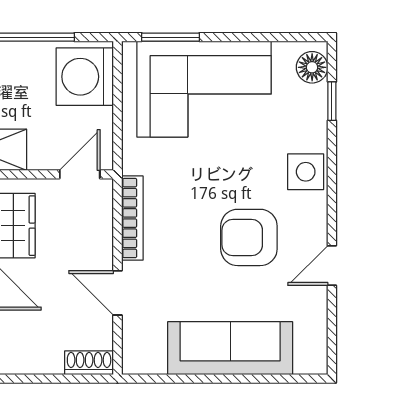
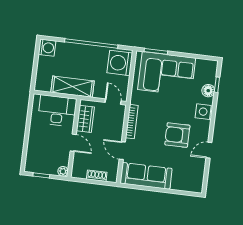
floor lamp: (312, 67) -> (208, 91), moved
door: (80, 174) -> (113, 102), hinge flipped
sofa: (230, 348) -> (146, 176), moved
shoe rack: (89, 363) -> (97, 176), moved

